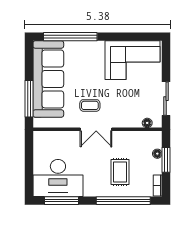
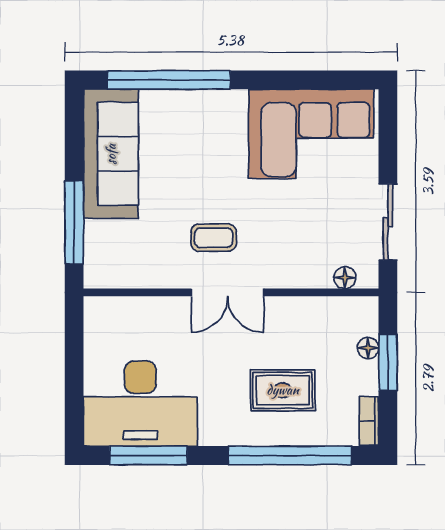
sofa: (48, 79) -> (111, 154), width x0.74, depth x0.79
rug: (120, 172) -> (283, 390), turned 90

